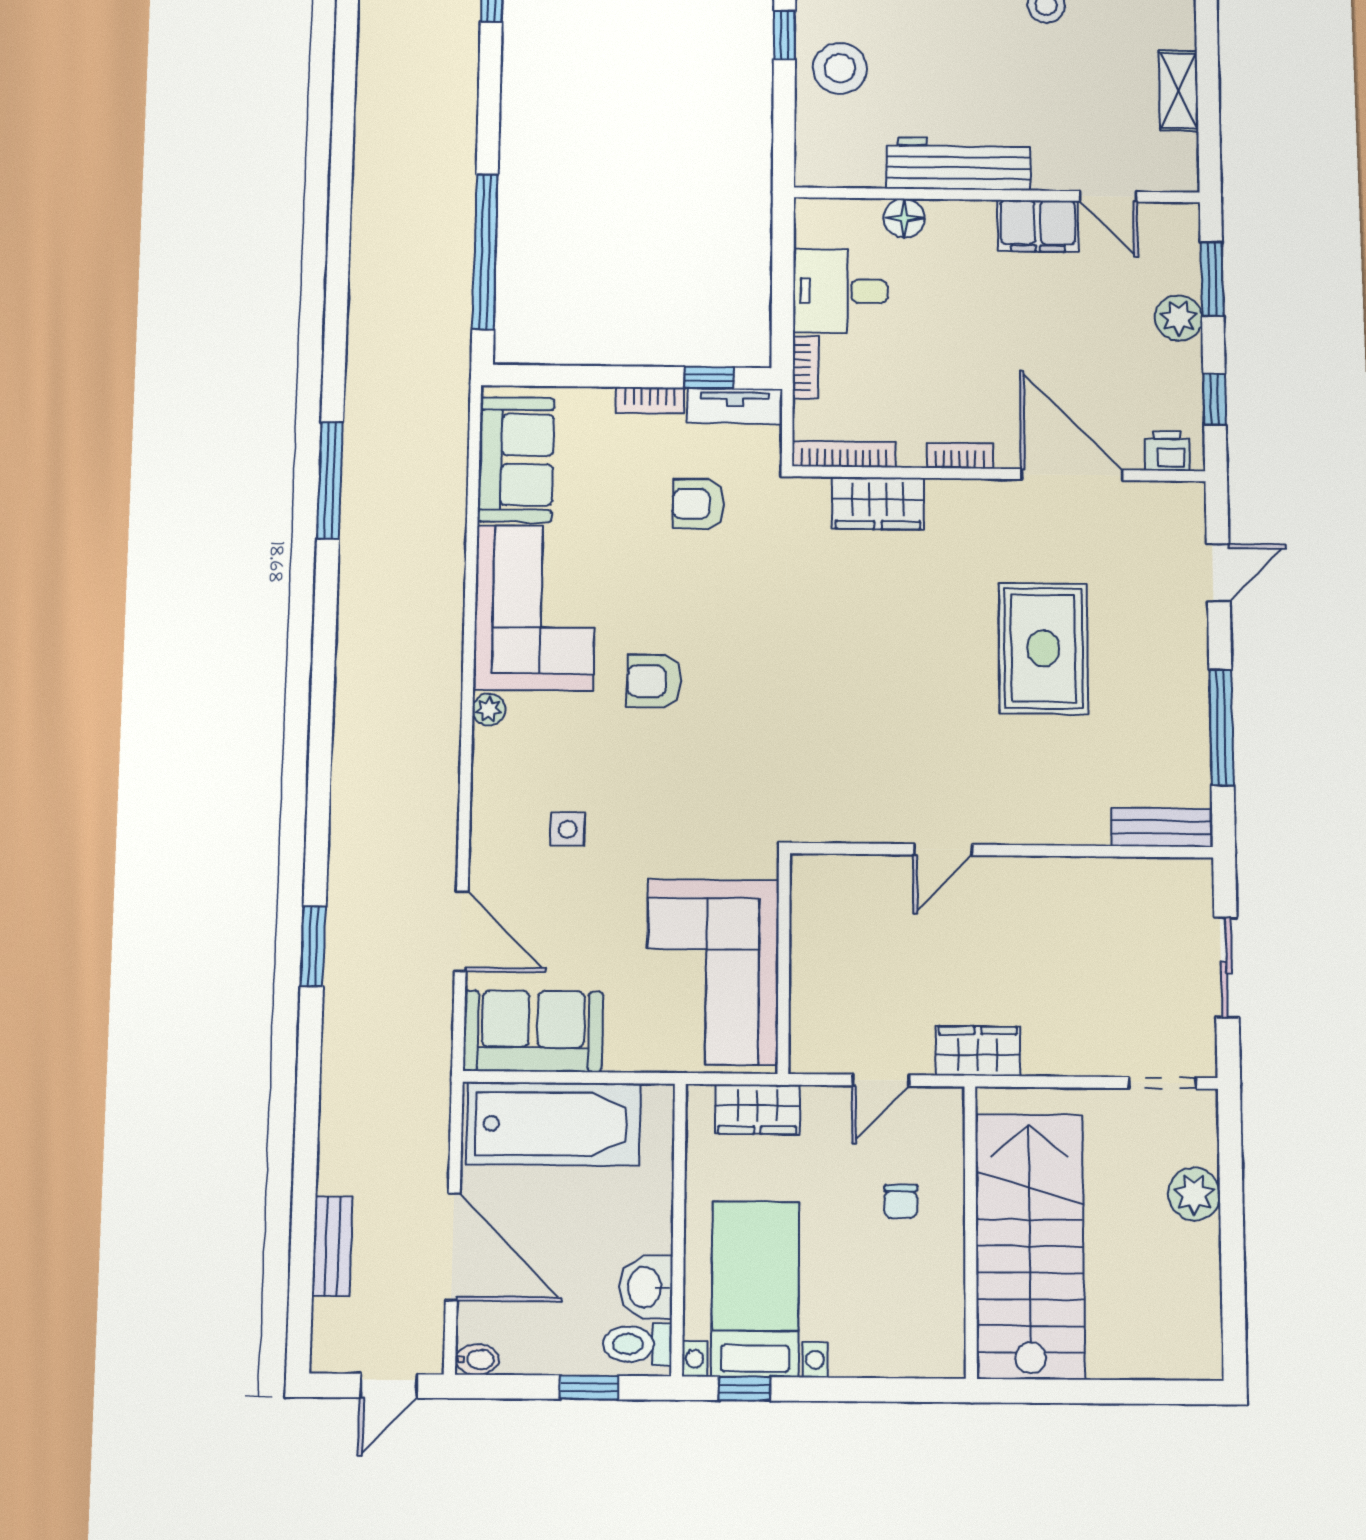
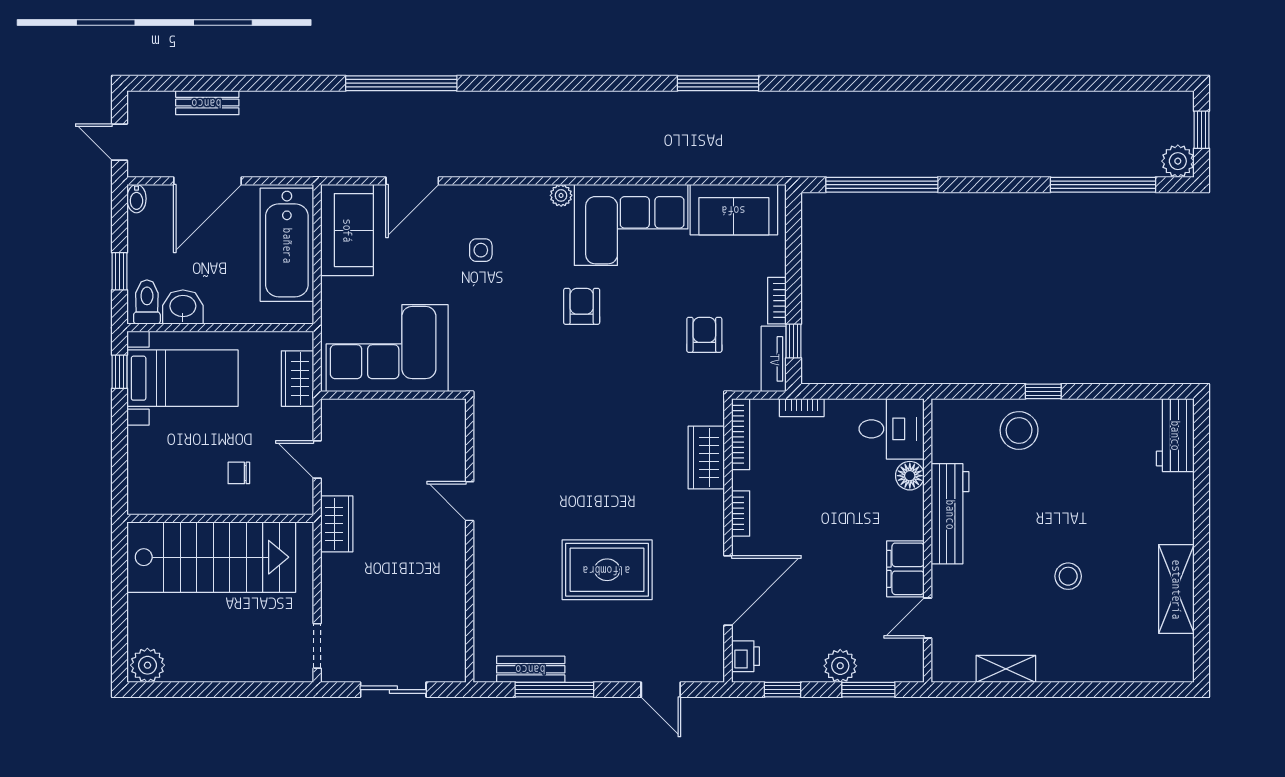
desk: (840, 291) -> (892, 429), moved, turned 90
bench: (1162, 827) -> (531, 669), moved, turned 90
window: (313, 946) -> (401, 83), width x2.11
plant: (1194, 1194) -> (147, 665), moved

